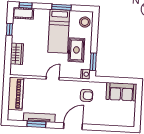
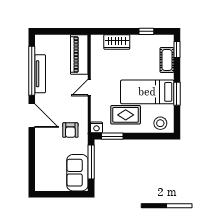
cot: (23, 13) -> (167, 60), moved
door: (53, 78) -> (89, 88), swing flipped
window: (113, 80) -> (91, 162), added
piano: (16, 94) -> (79, 54), moved, turned 90
window: (36, 124) -> (32, 71), width x2.11

